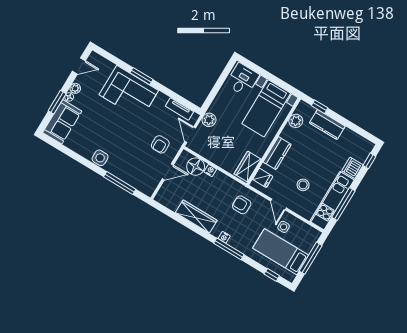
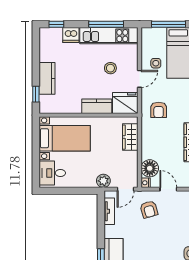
plant: (296, 121) -> (60, 107), removed
armchair: (160, 144) -> (149, 209), turned 74
wardrobe: (248, 166) -> (130, 137), moved, turned 90
nightstand: (210, 170) -> (146, 183), moved
fridge: (263, 178) -> (125, 103), width x1.88, depth x1.34

